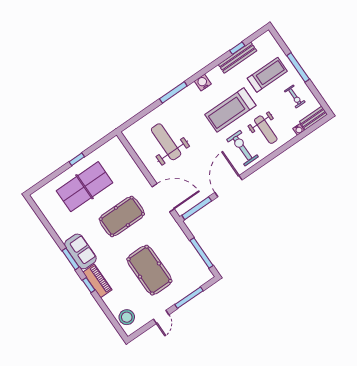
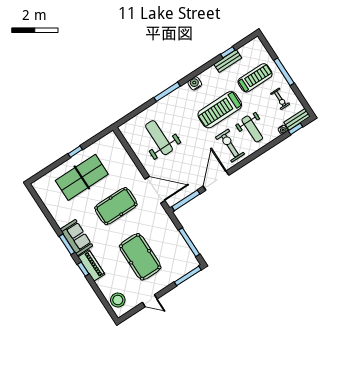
bench: (238, 58) -> (228, 61), width x0.73
window: (312, 128) -> (296, 129), added
window: (189, 298) -> (188, 276), moved
door: (161, 317) -> (150, 301), hinge flipped

